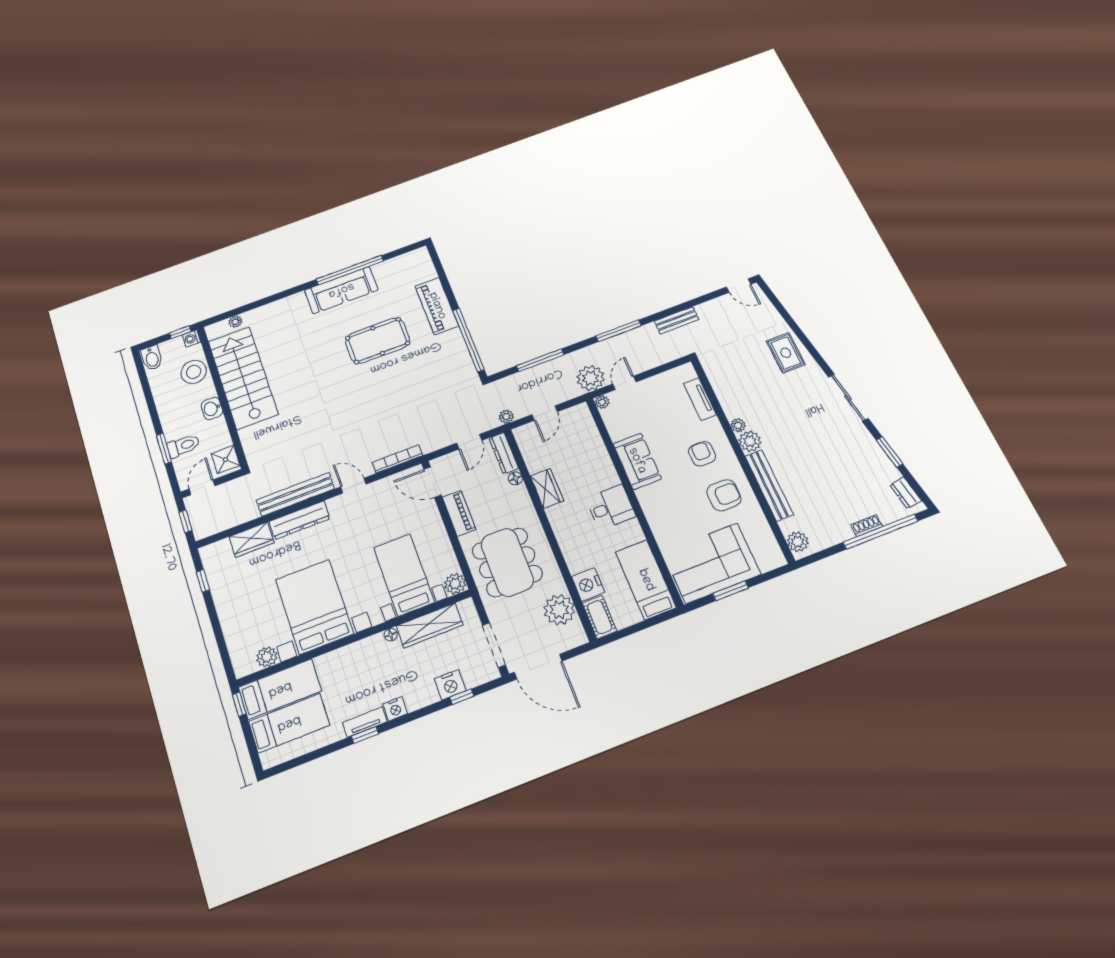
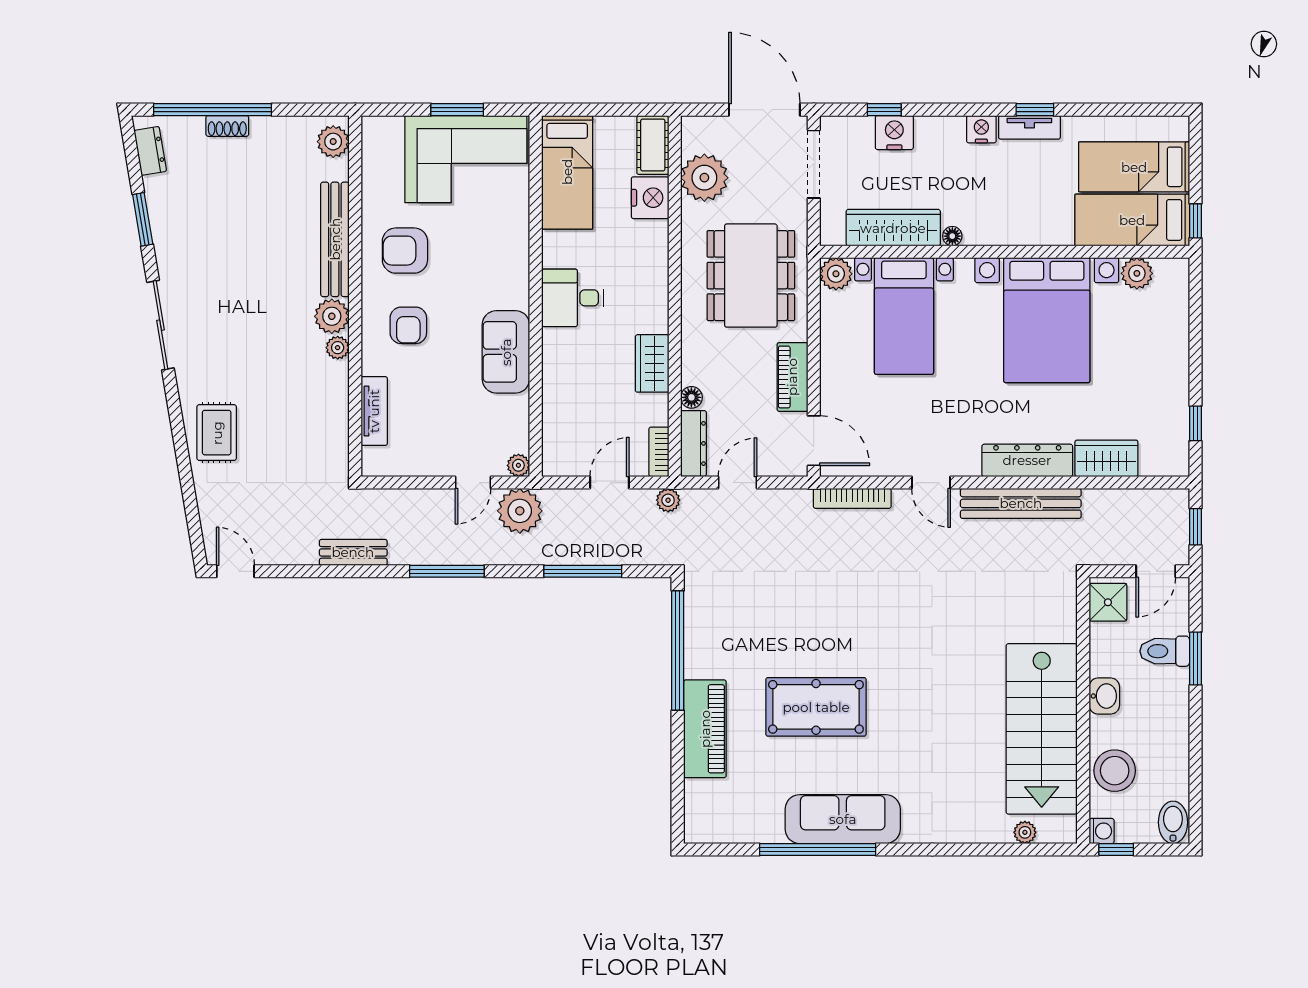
bookcase: (522, 441) -> (659, 452), added

